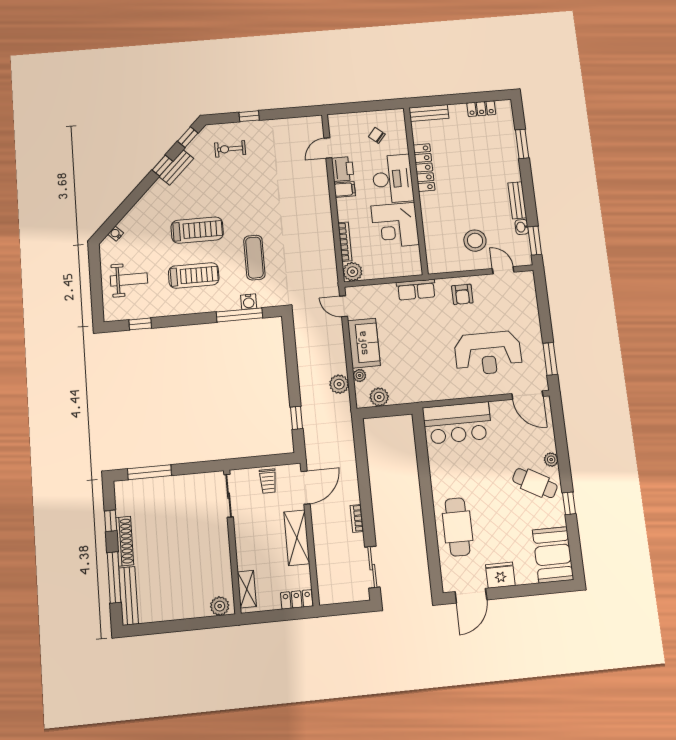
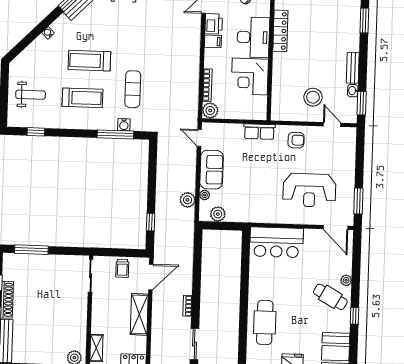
treadmill: (197, 230) -> (89, 61), turned 180
water cooler: (116, 234) -> (48, 33), moved
armchair: (462, 294) -> (296, 140), turned -90

